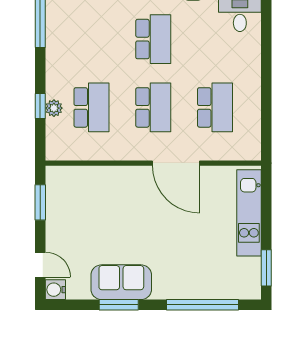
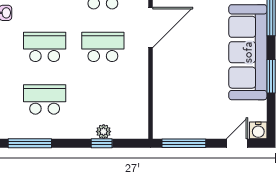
school desk: (91, 107) -> (45, 100), moved
window: (40, 202) -> (184, 143), width x1.44
sofa: (121, 282) -> (248, 52), width x1.85, depth x1.27

